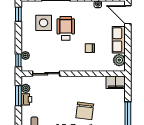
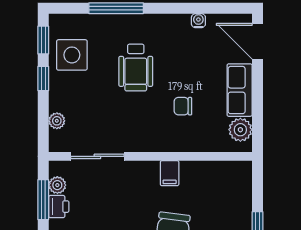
side table: (44, 23) -> (72, 55), moved
wheelchair: (66, 28) -> (136, 68), turned 180
window: (18, 60) -> (43, 79), moved
filing cabinet: (116, 82) -> (170, 173), moved, width x0.50

